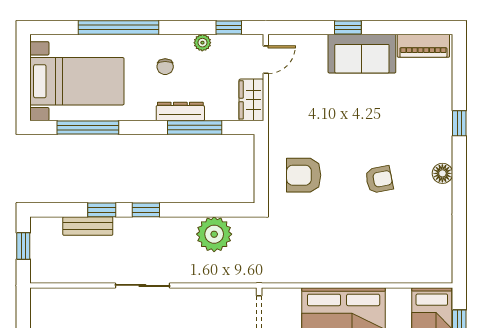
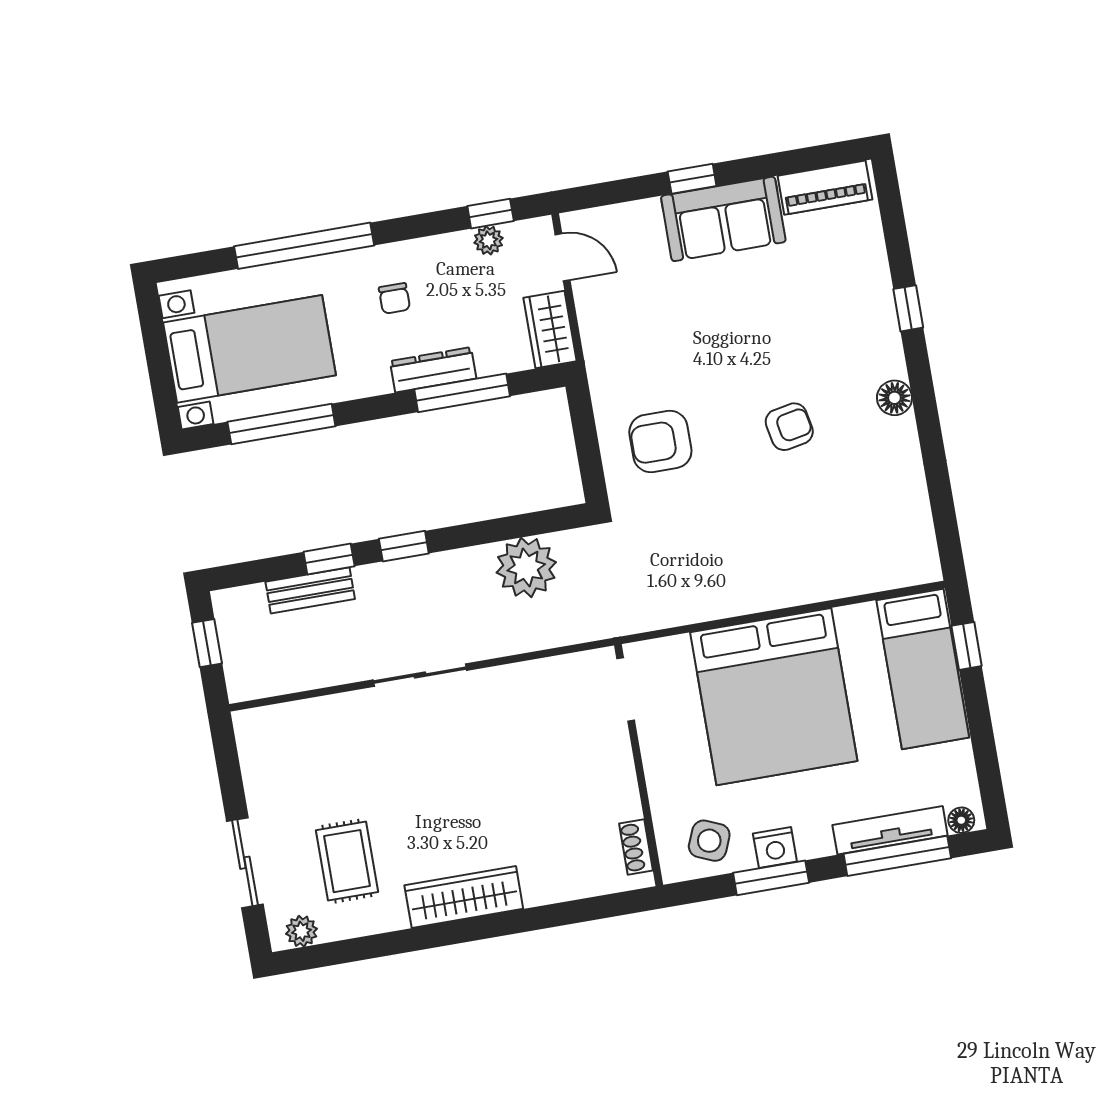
plant: (202, 43) -> (488, 240), moved
door: (266, 60) -> (563, 257), hinge flipped

